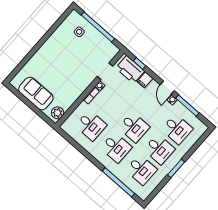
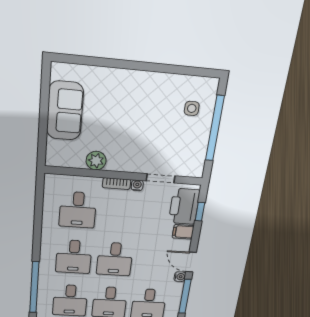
door: (167, 88) -> (191, 262), hinge flipped
plant: (58, 113) -> (96, 161), moved

